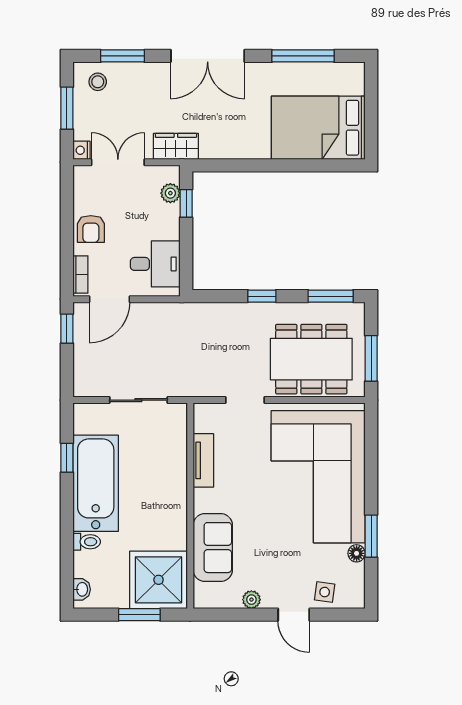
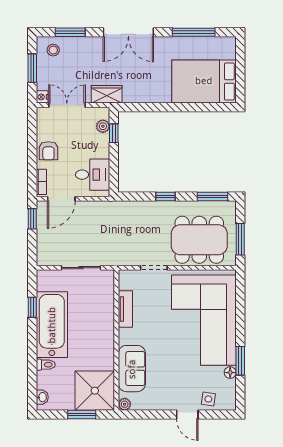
plant: (251, 600) -> (125, 404), moved

